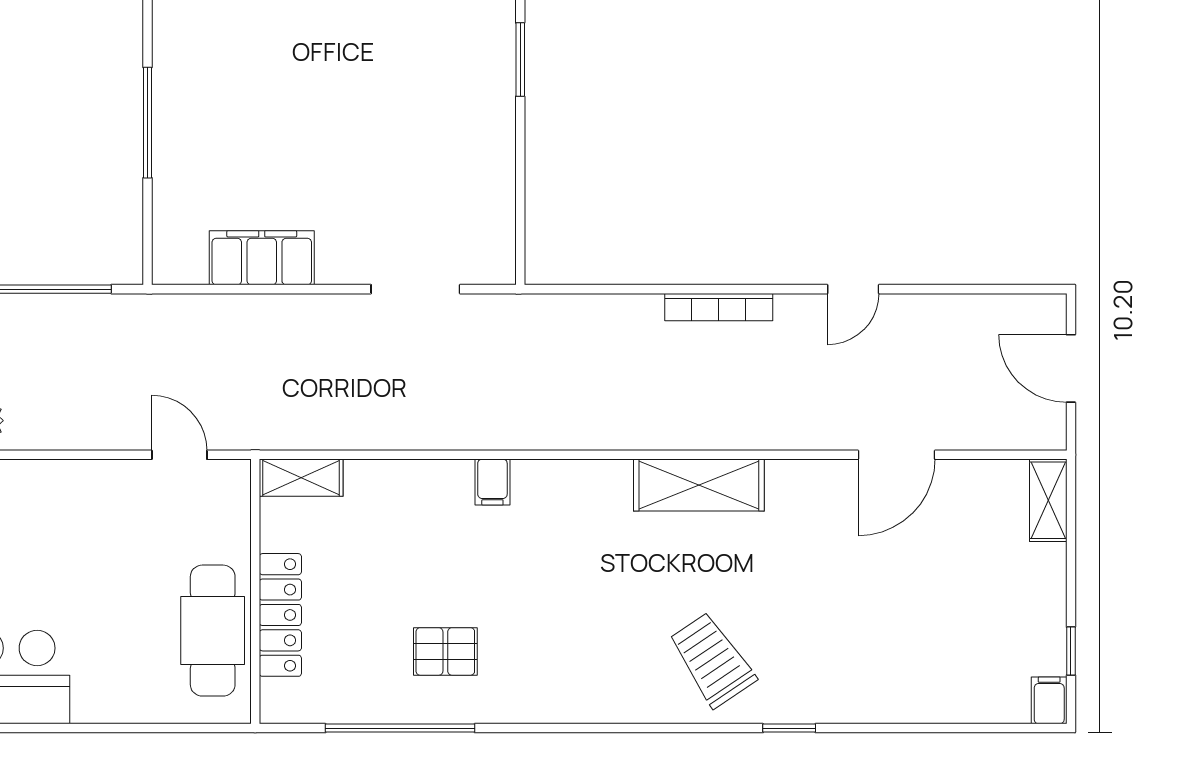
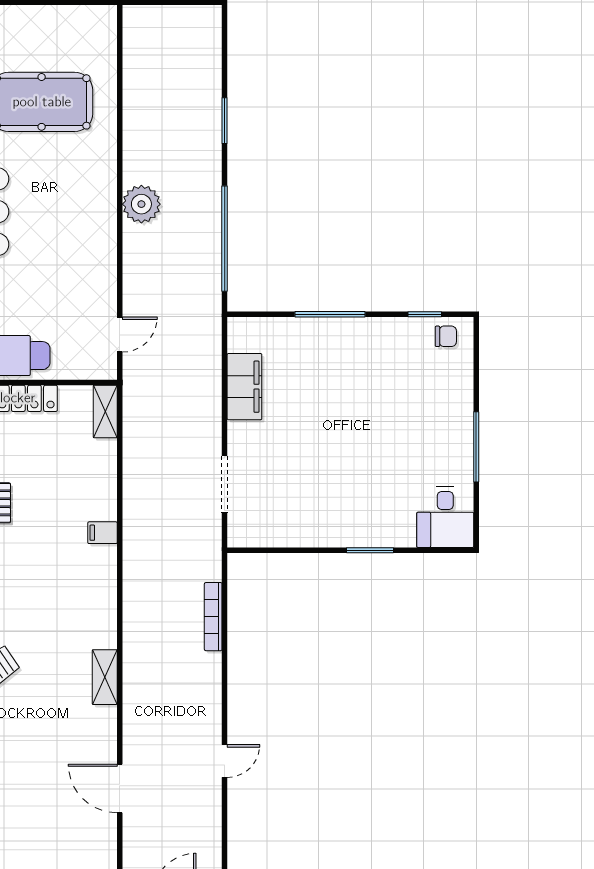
door: (853, 289) -> (225, 761), swing flipped
bookcase: (719, 307) -> (213, 617), moved
shelving: (699, 485) -> (105, 677), width x0.67, depth x0.75

